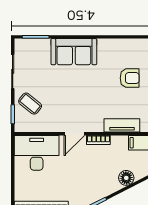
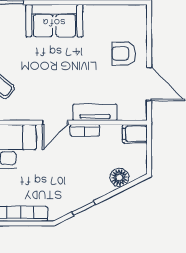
armchair: (130, 78) -> (124, 53), turned 180
tv unit: (122, 125) -> (95, 112), moved

